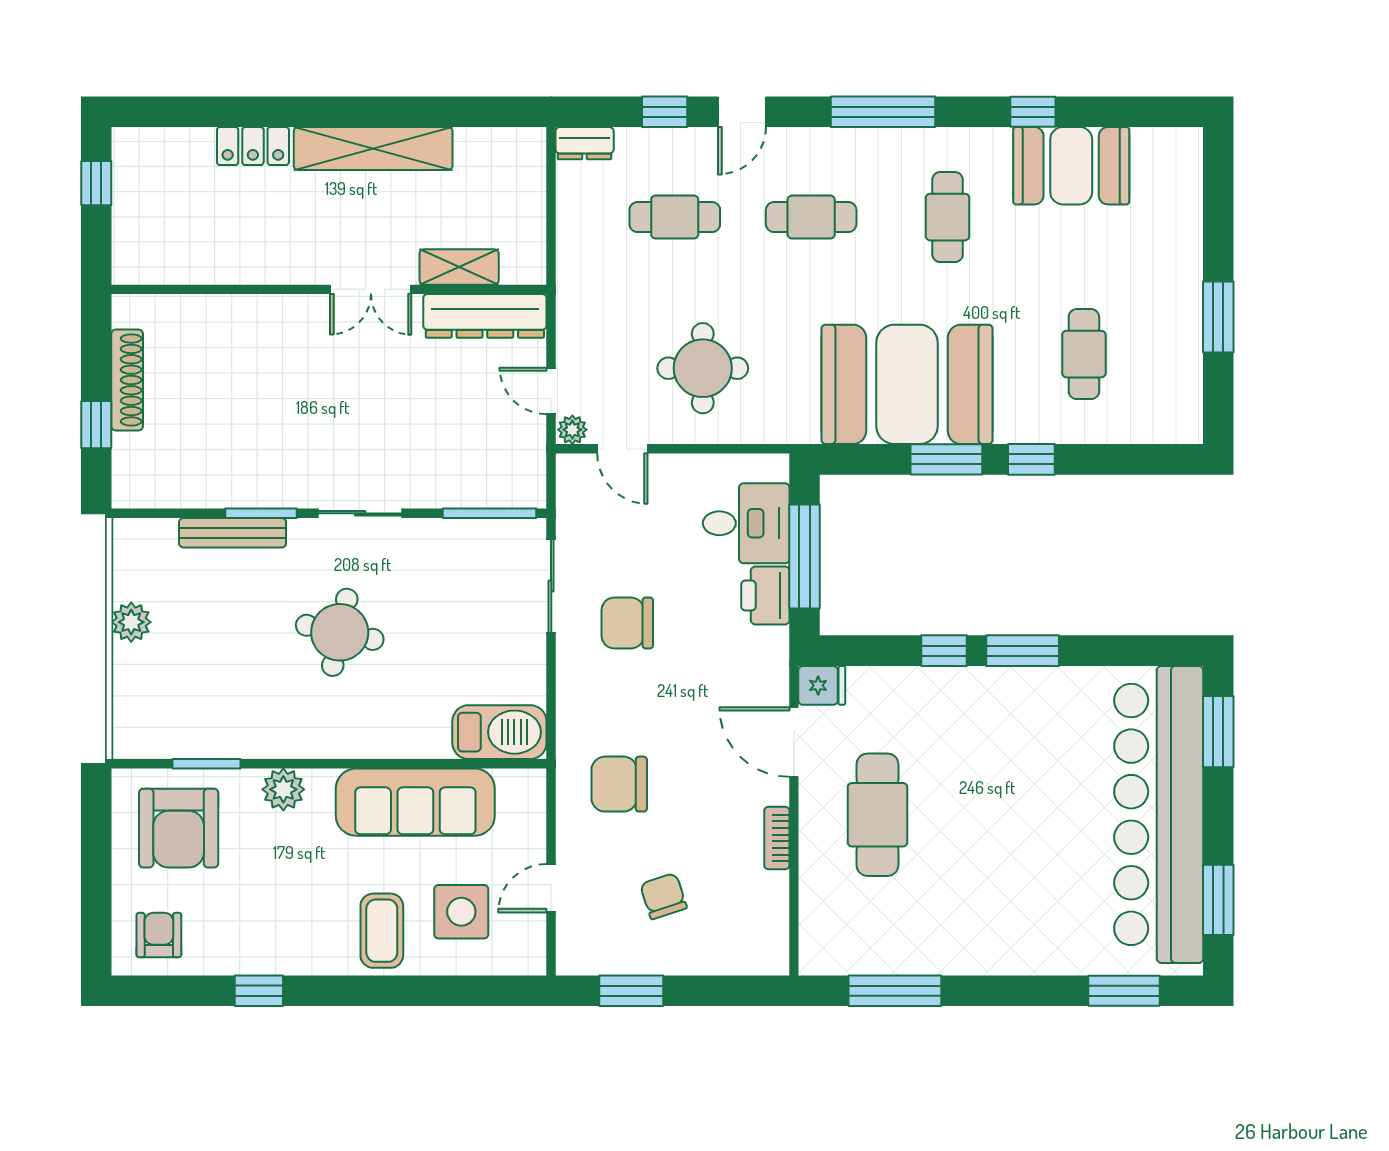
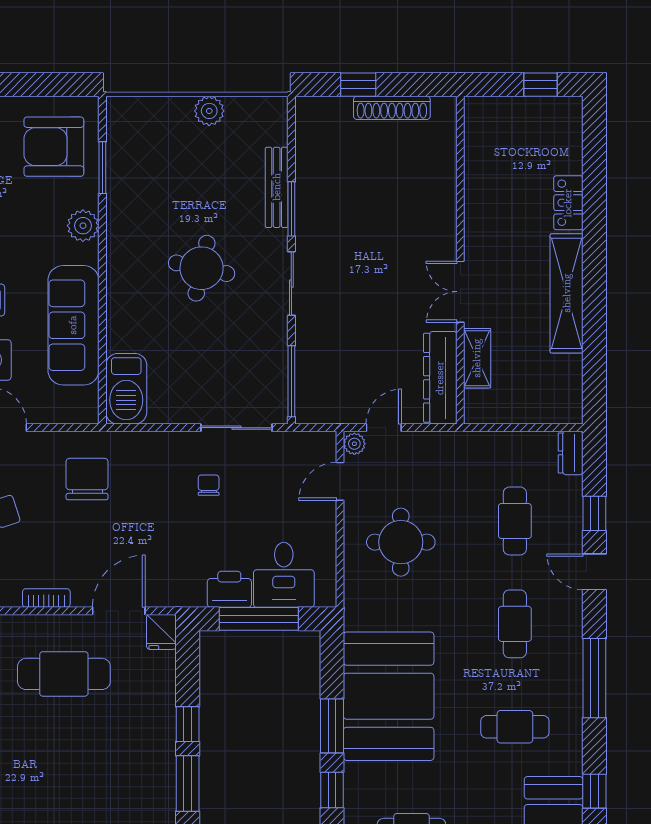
chair: (627, 623) -> (209, 485), width x0.54, depth x0.54

